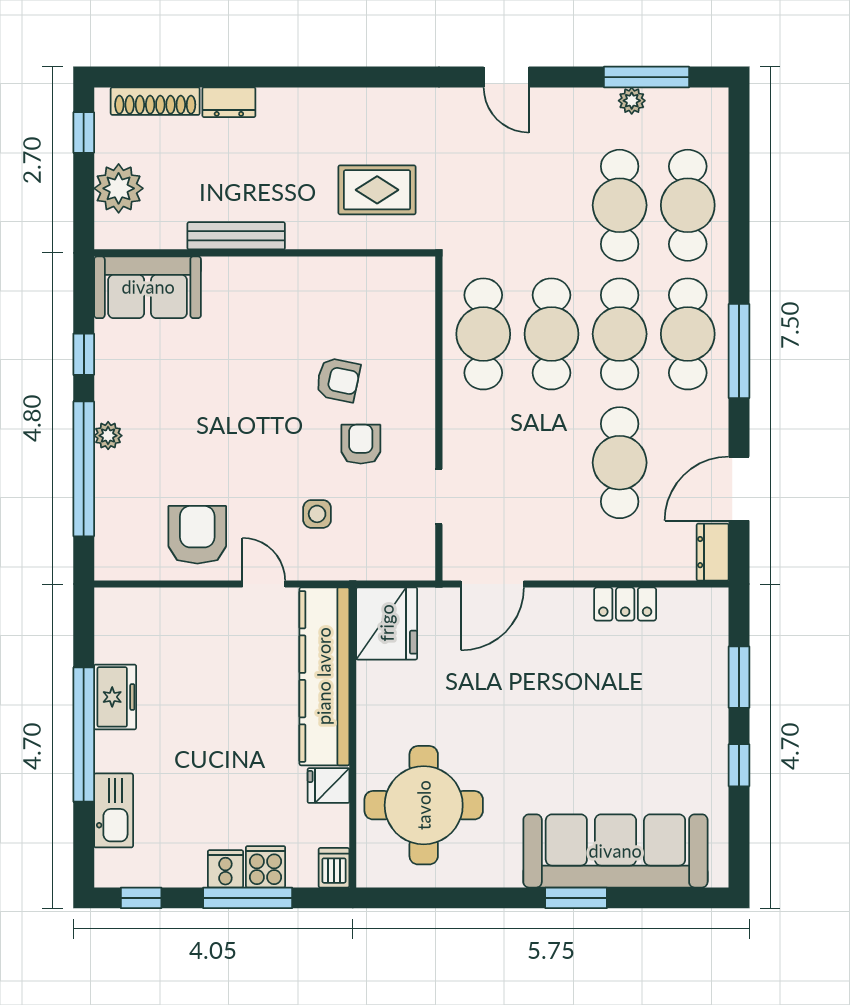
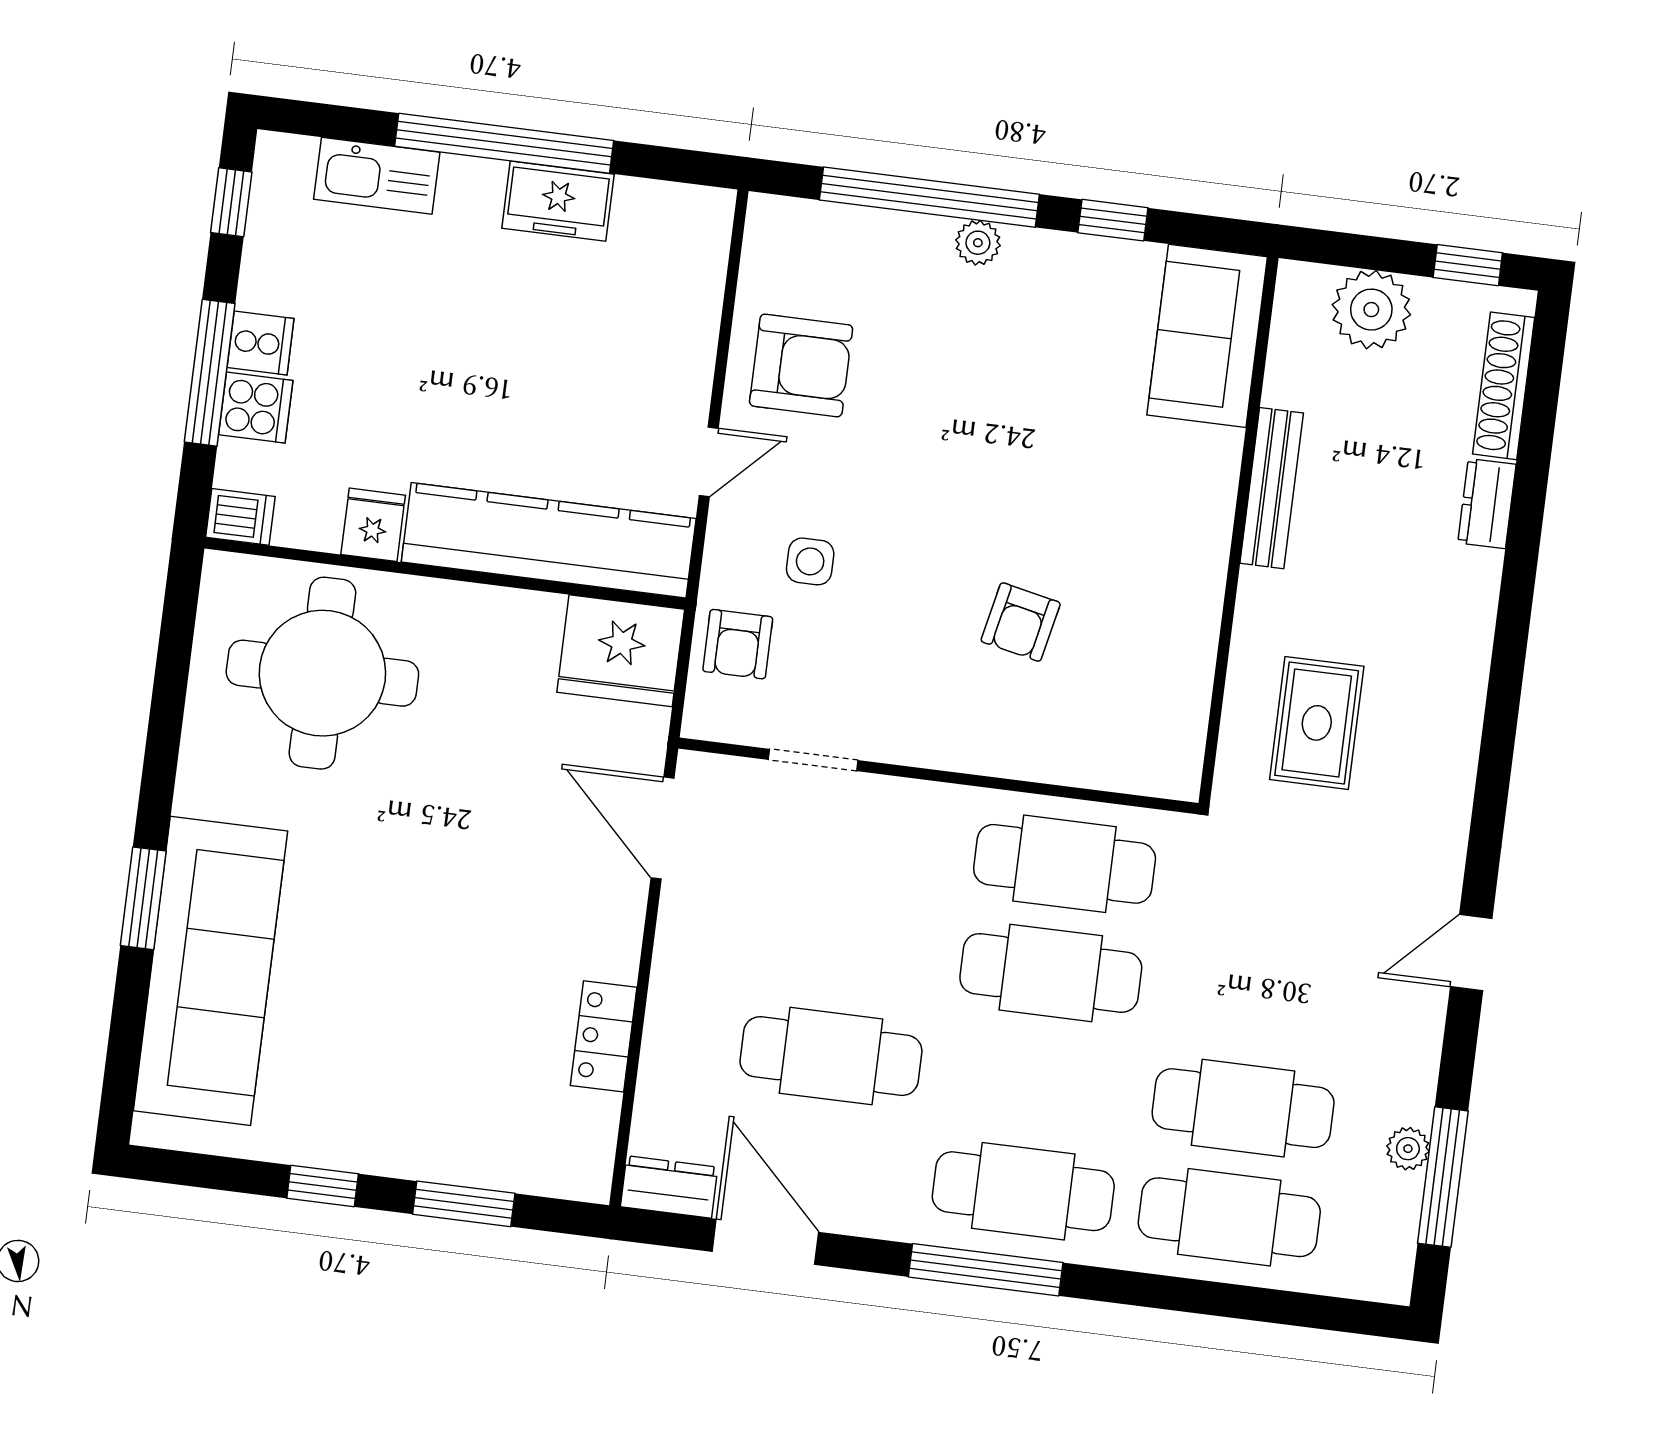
cafe table: (620, 334) -> (1037, 1082), removed
armchair: (361, 444) -> (738, 644), moved, turned 90

